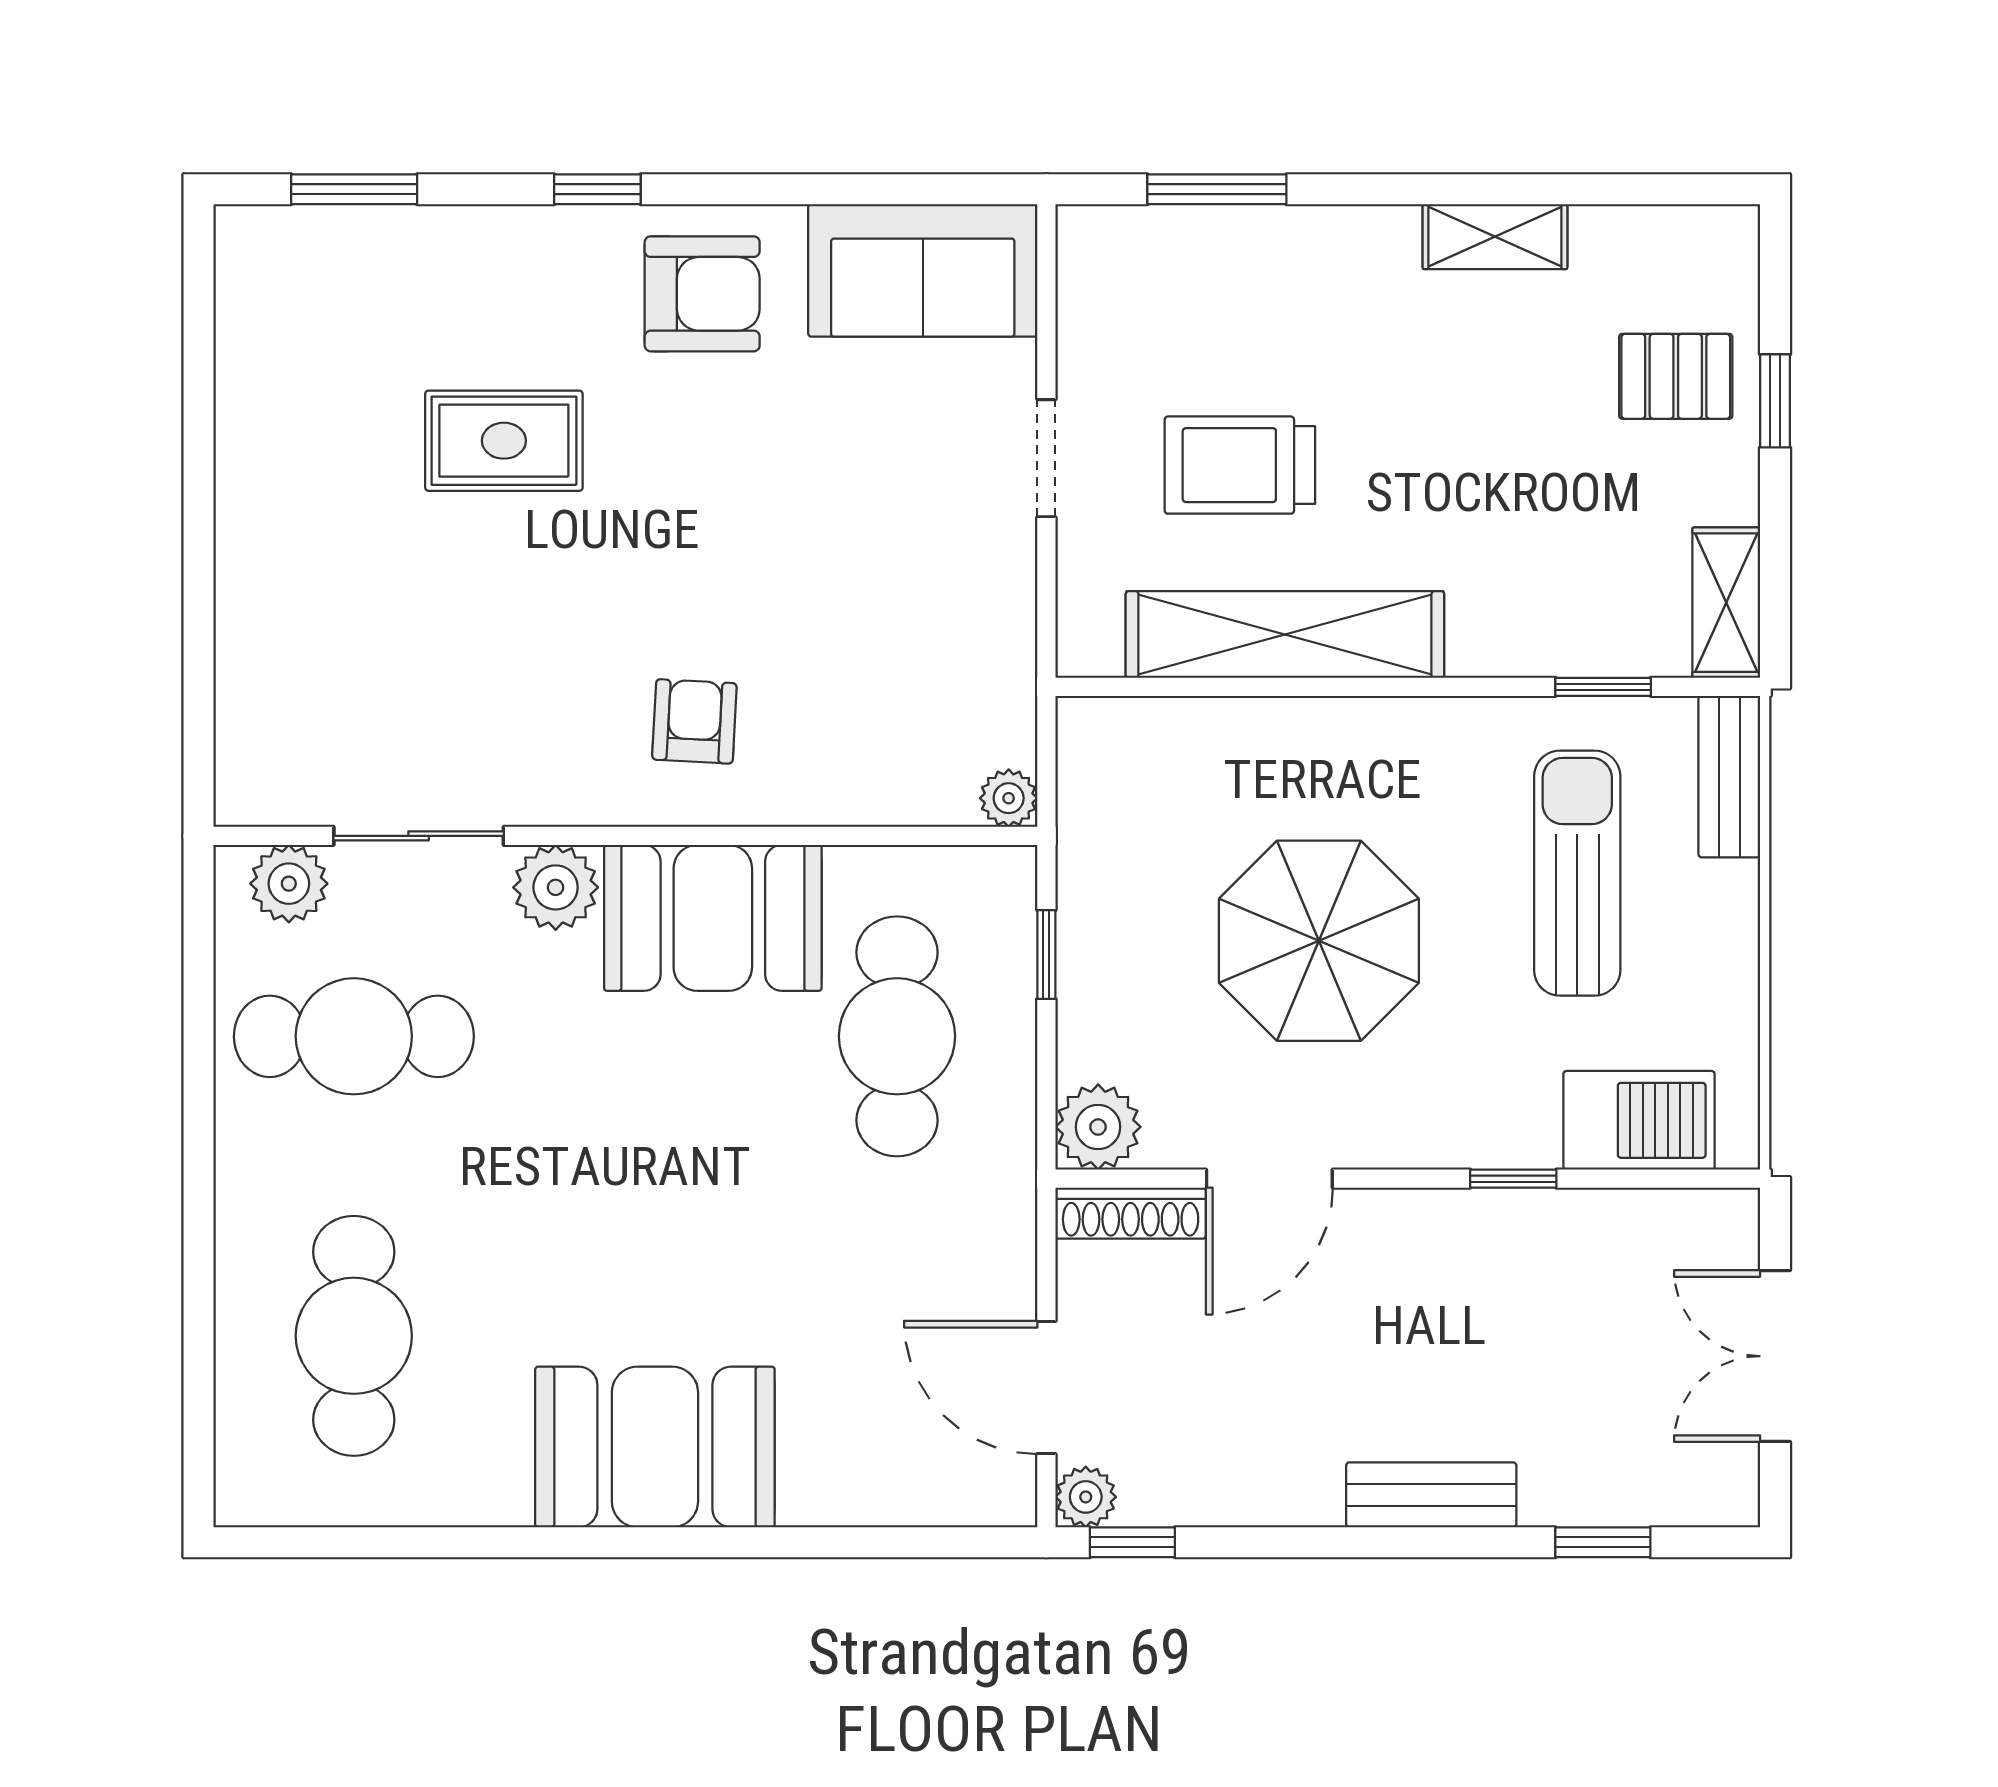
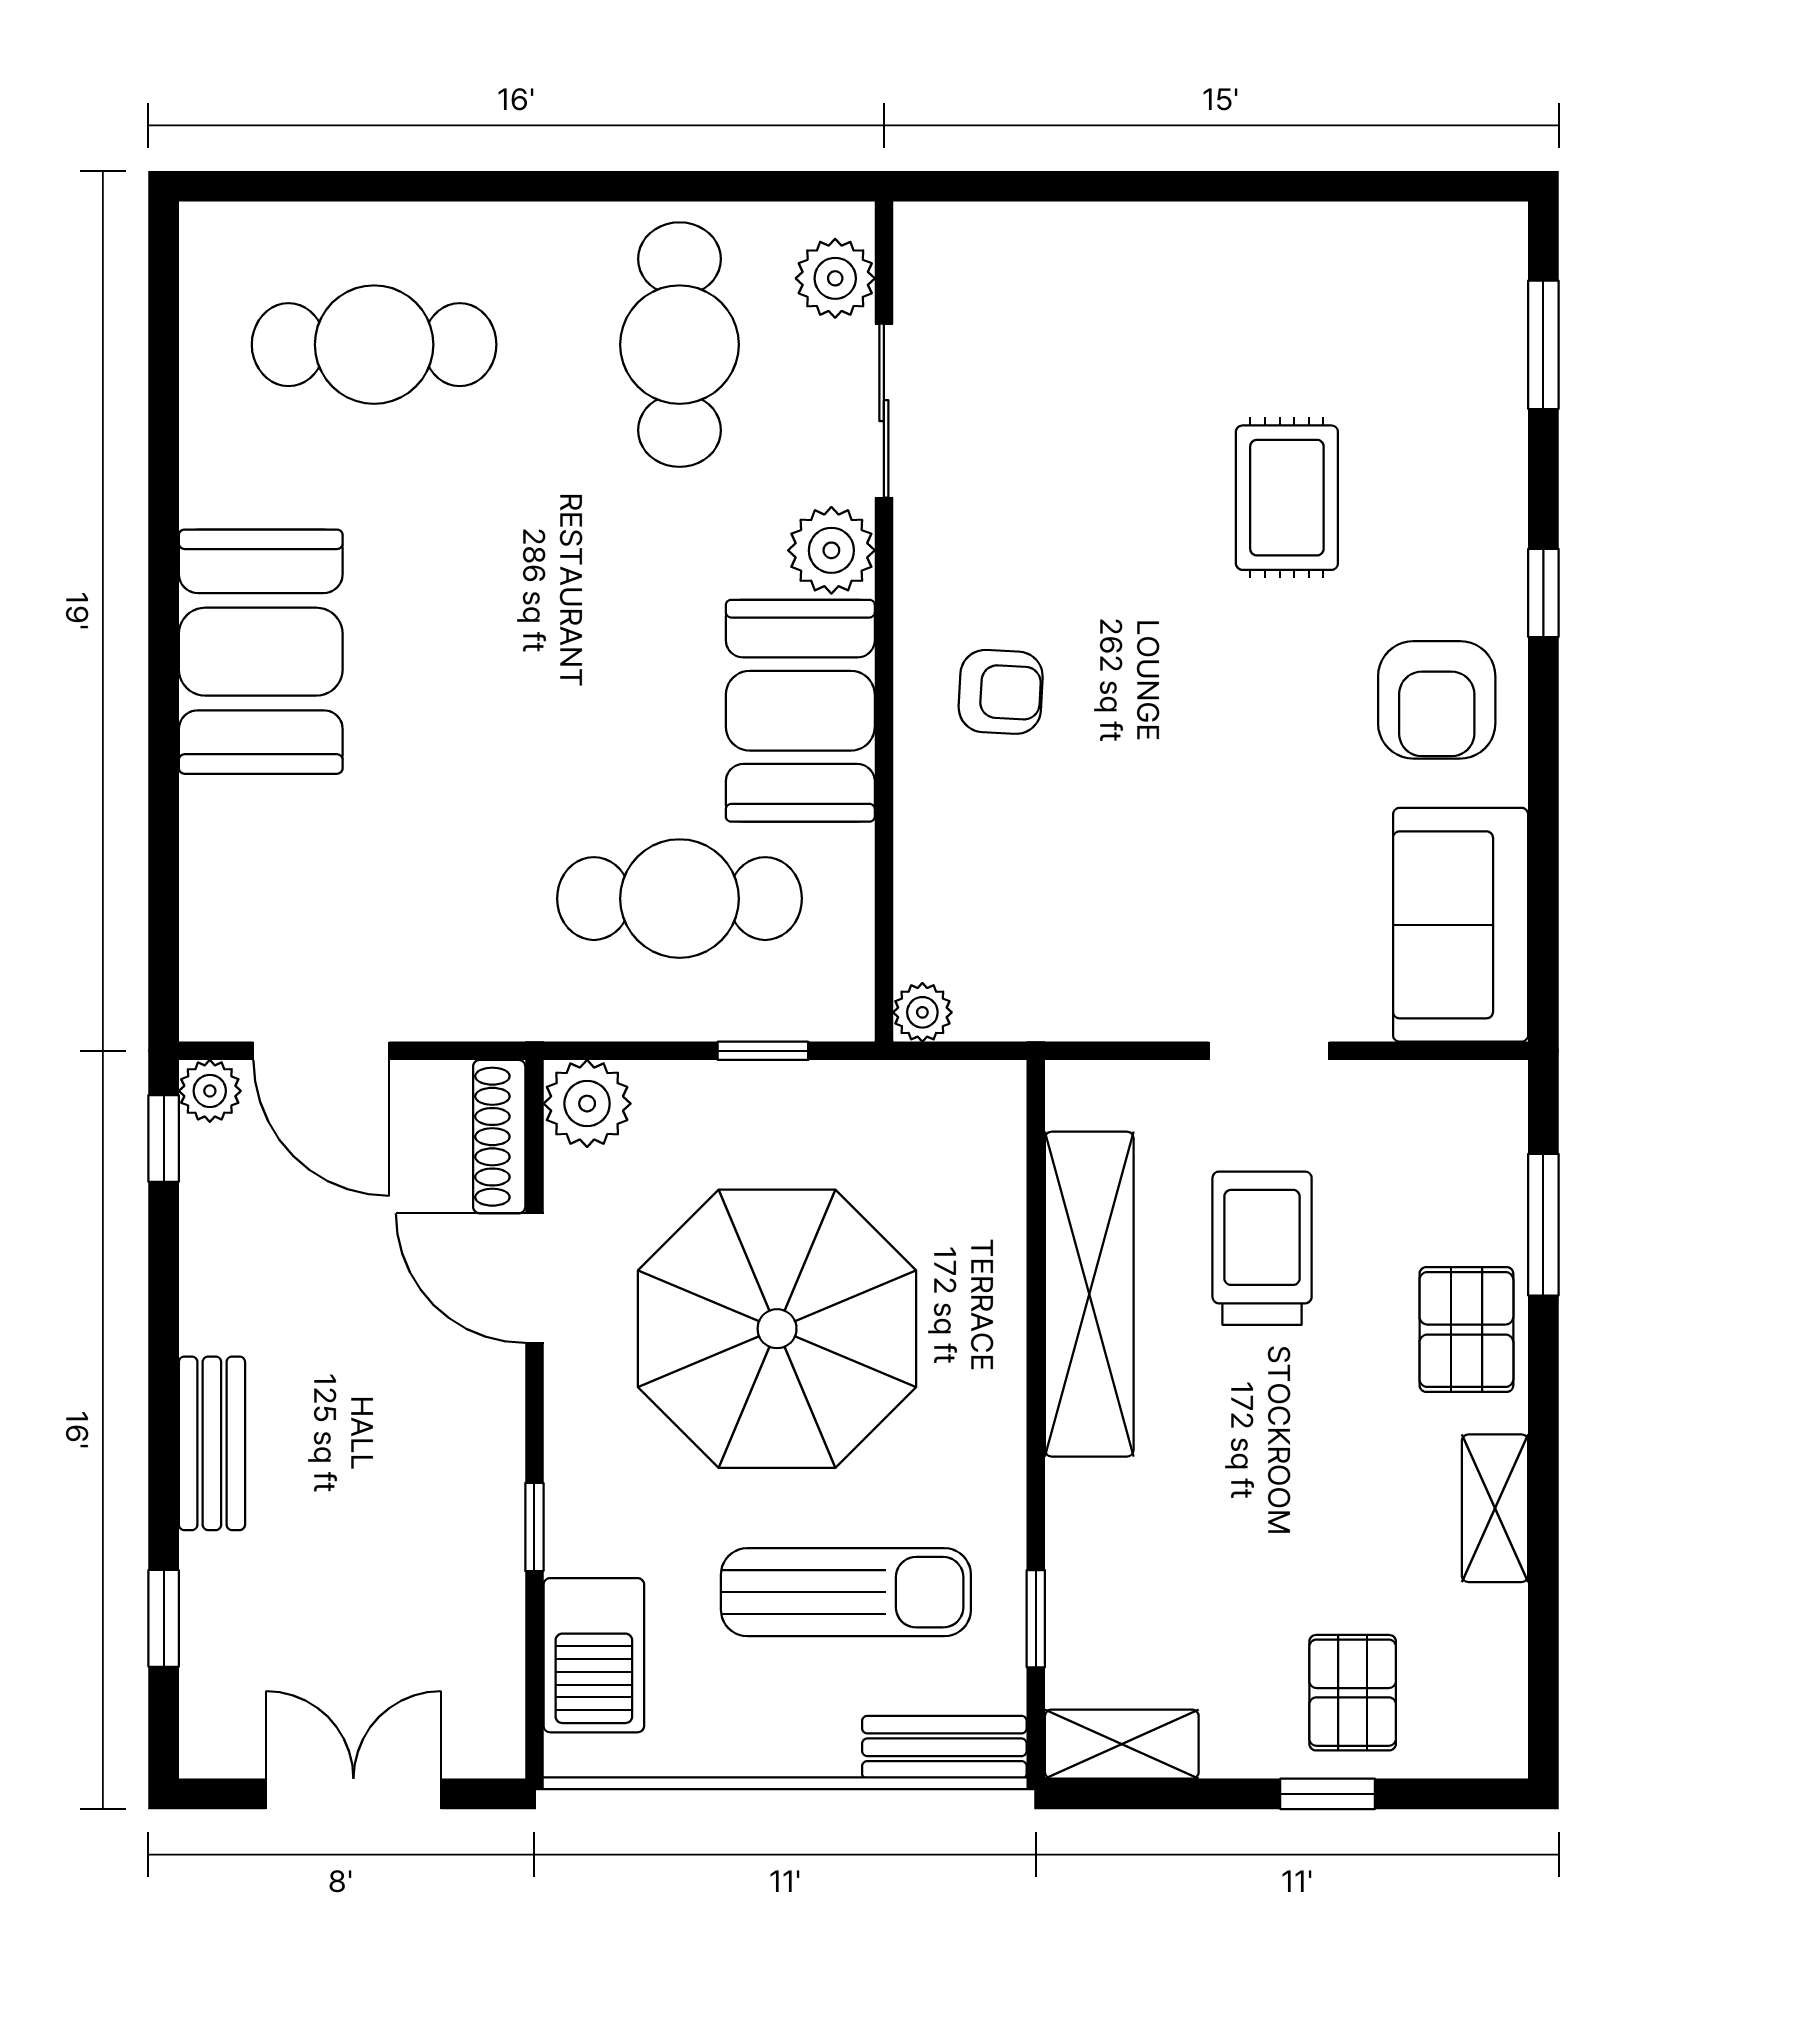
pallet: (1320, 265) -> (1466, 1330), added
parasol: (1319, 941) -> (777, 1329), width x1.36, depth x1.36
door: (1046, 1387) -> (321, 1051), swing flipped

